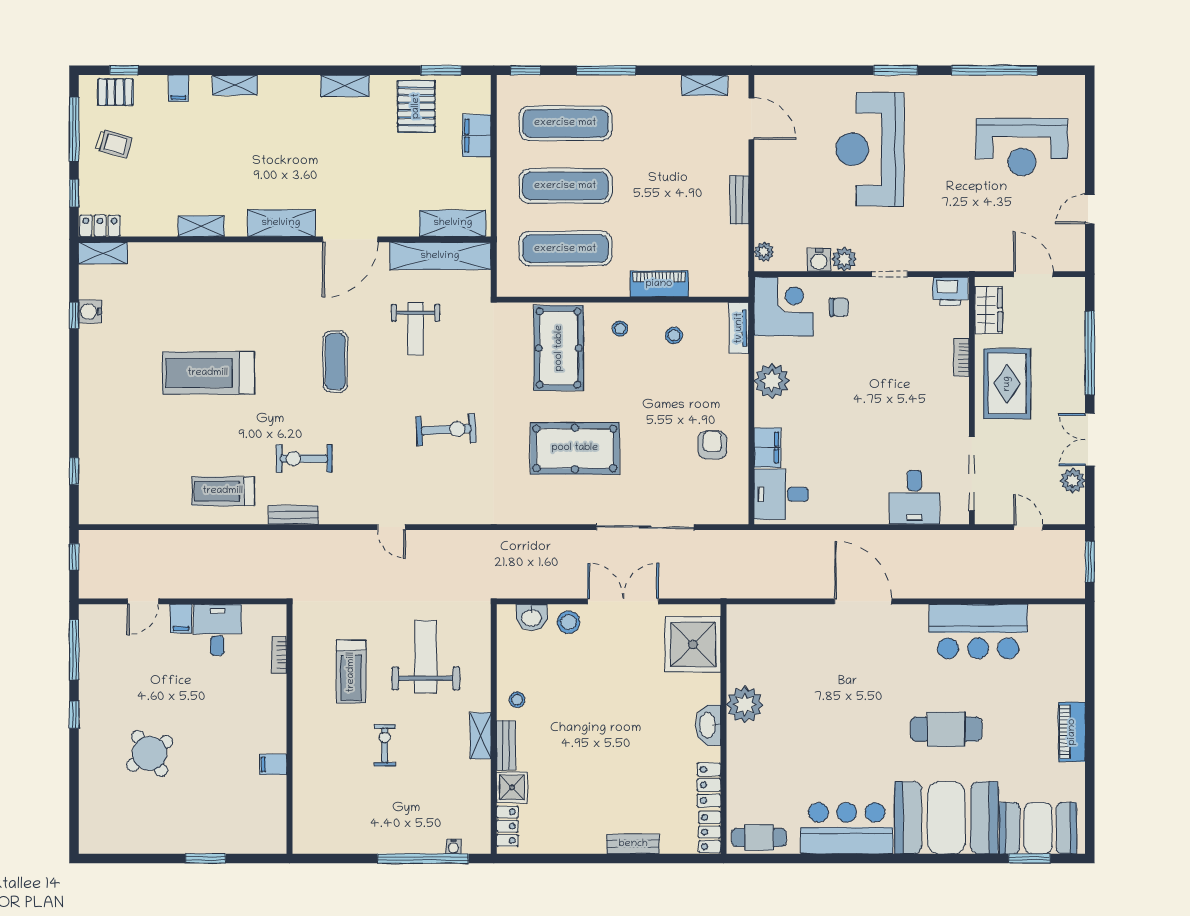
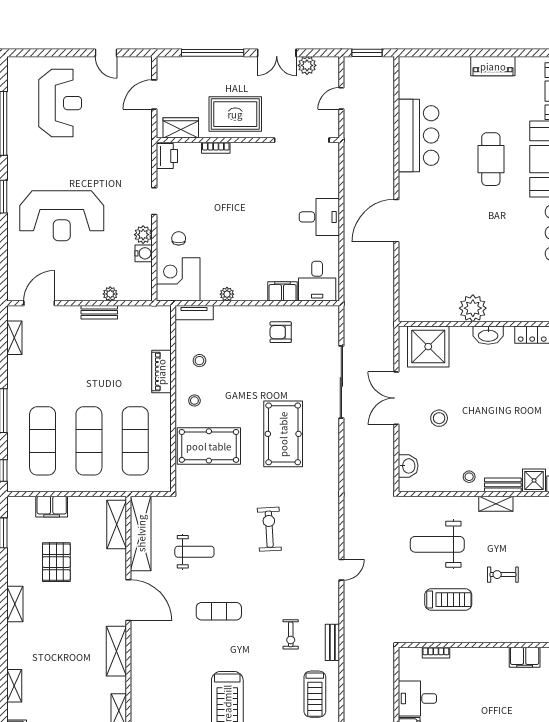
pallet: (416, 106) -> (56, 562), moved, turned 90
plant: (764, 252) -> (110, 294), moved
plant: (772, 381) -> (227, 294), width x0.53, depth x0.53
exercise bike: (304, 459) -> (291, 634), width x0.73, depth x0.72
desk: (914, 497) -> (319, 217), moved
stool: (568, 622) -> (439, 418), moved
filing cabinet: (273, 764) -> (525, 657), width x2.00

